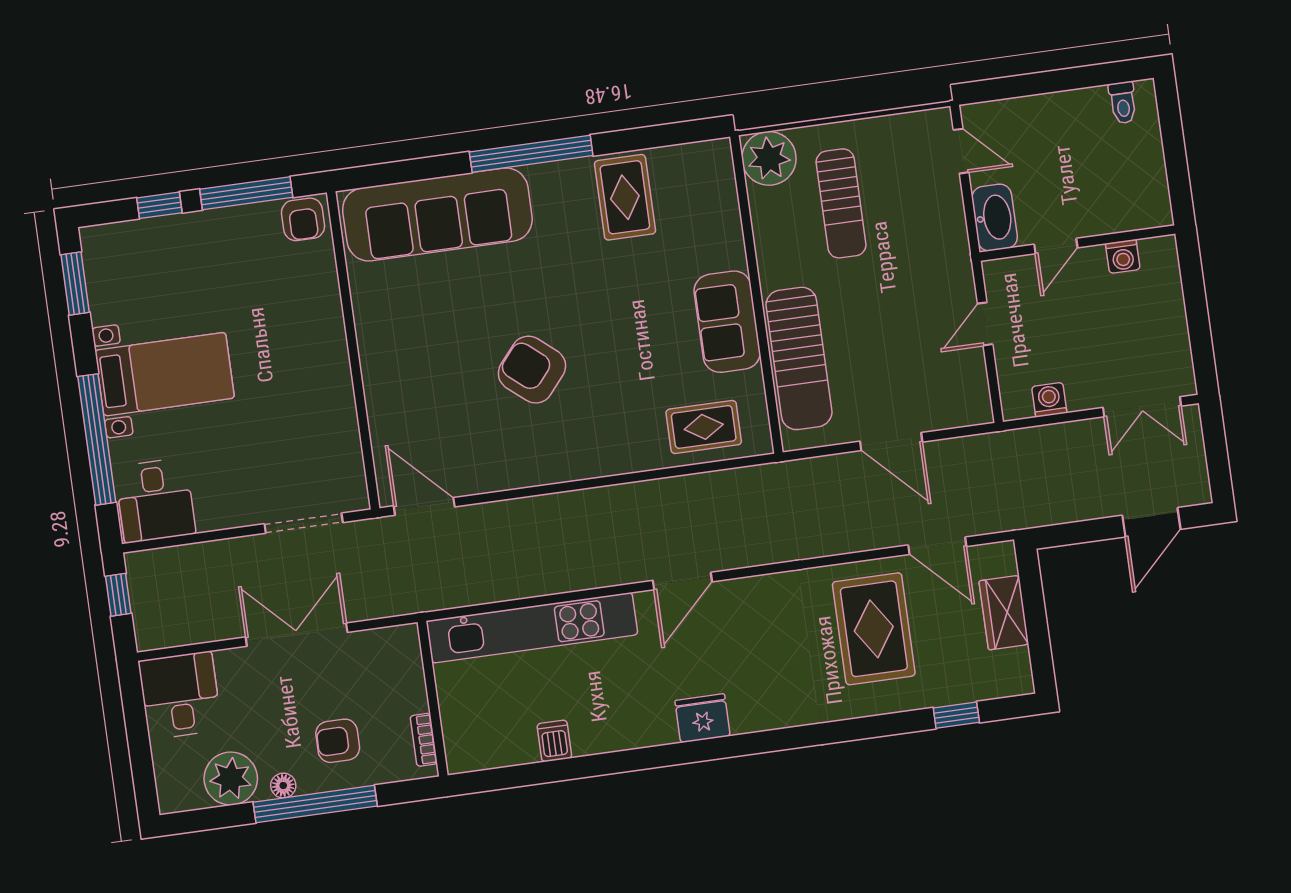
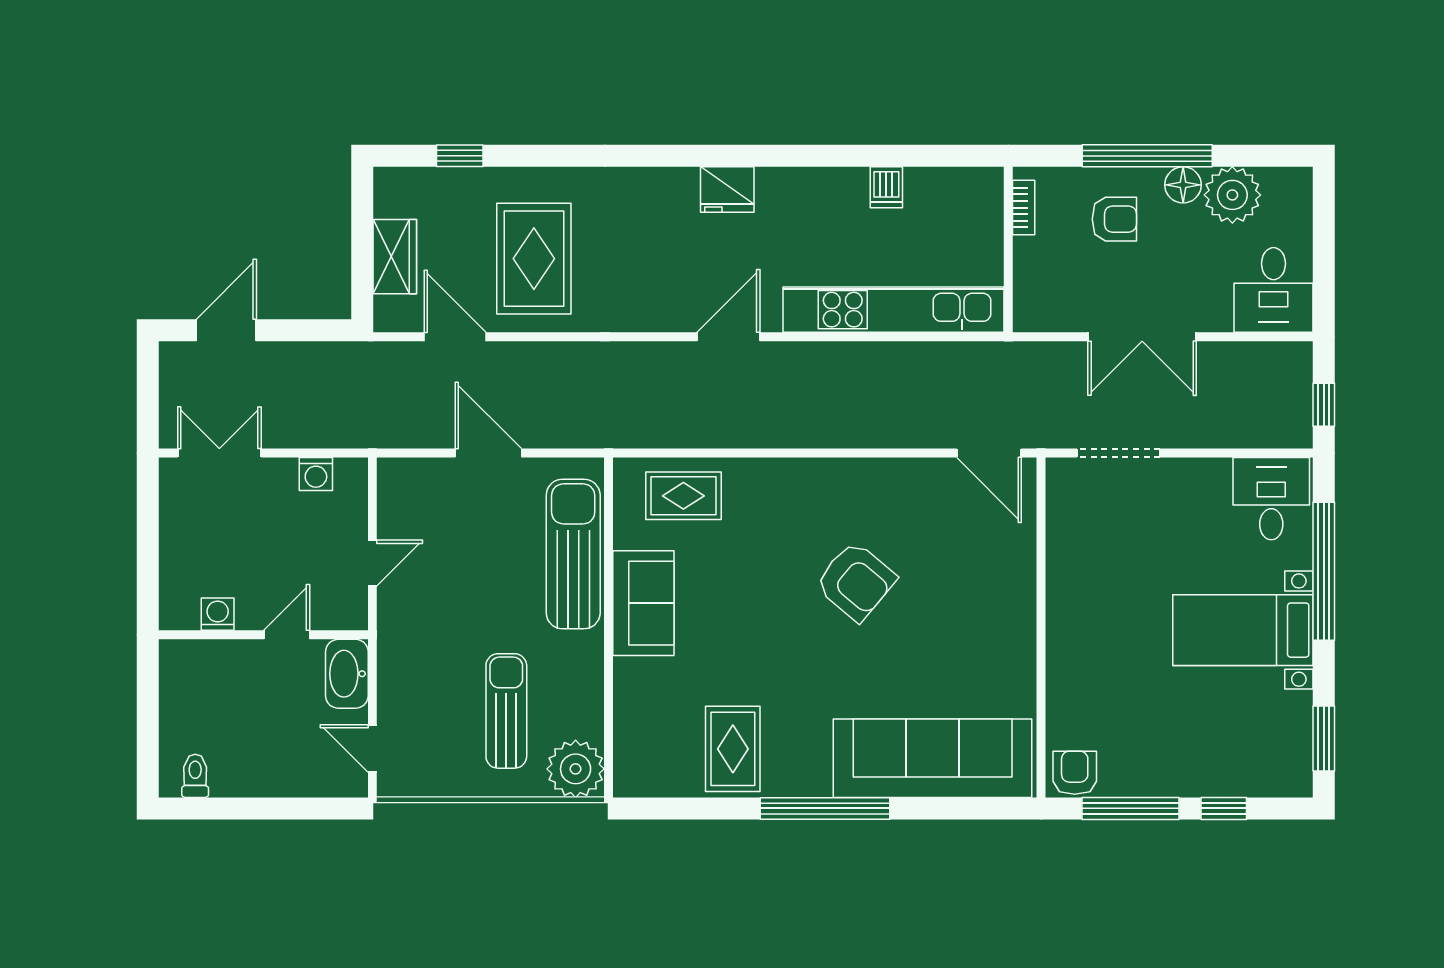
floor lamp: (283, 786) -> (1183, 185), width x1.37, depth x1.37

